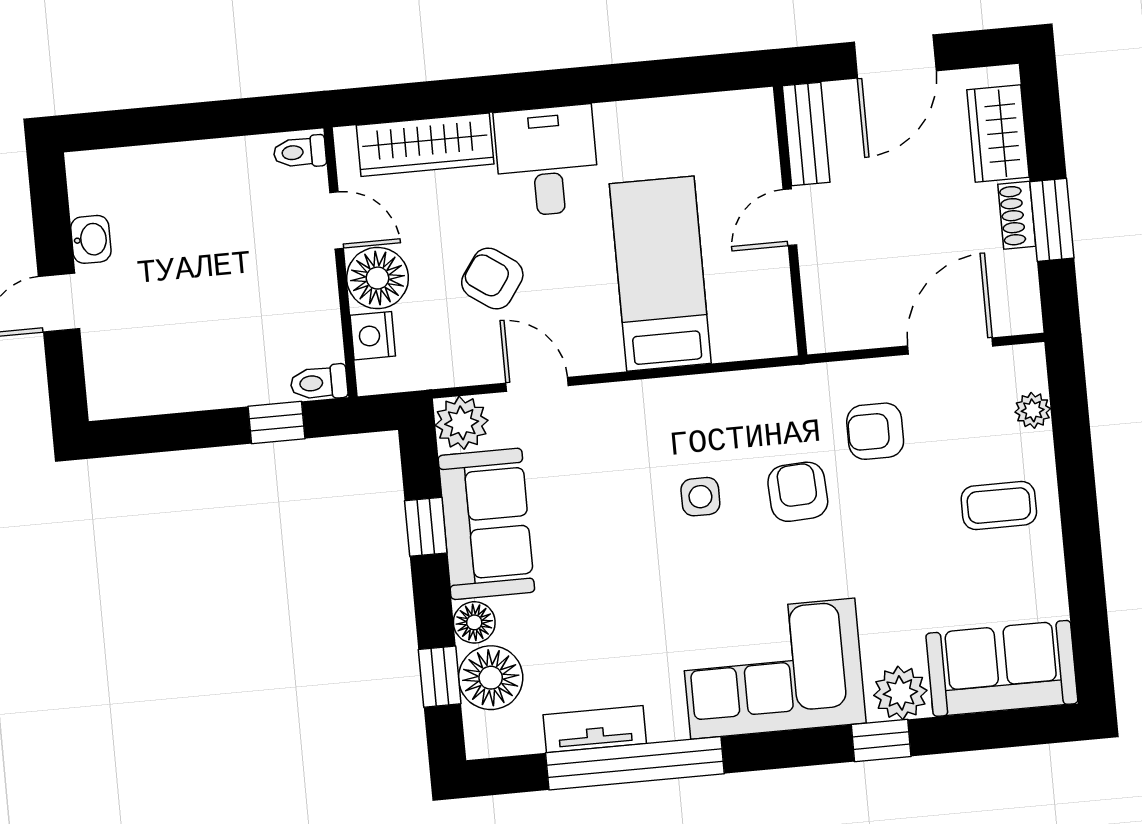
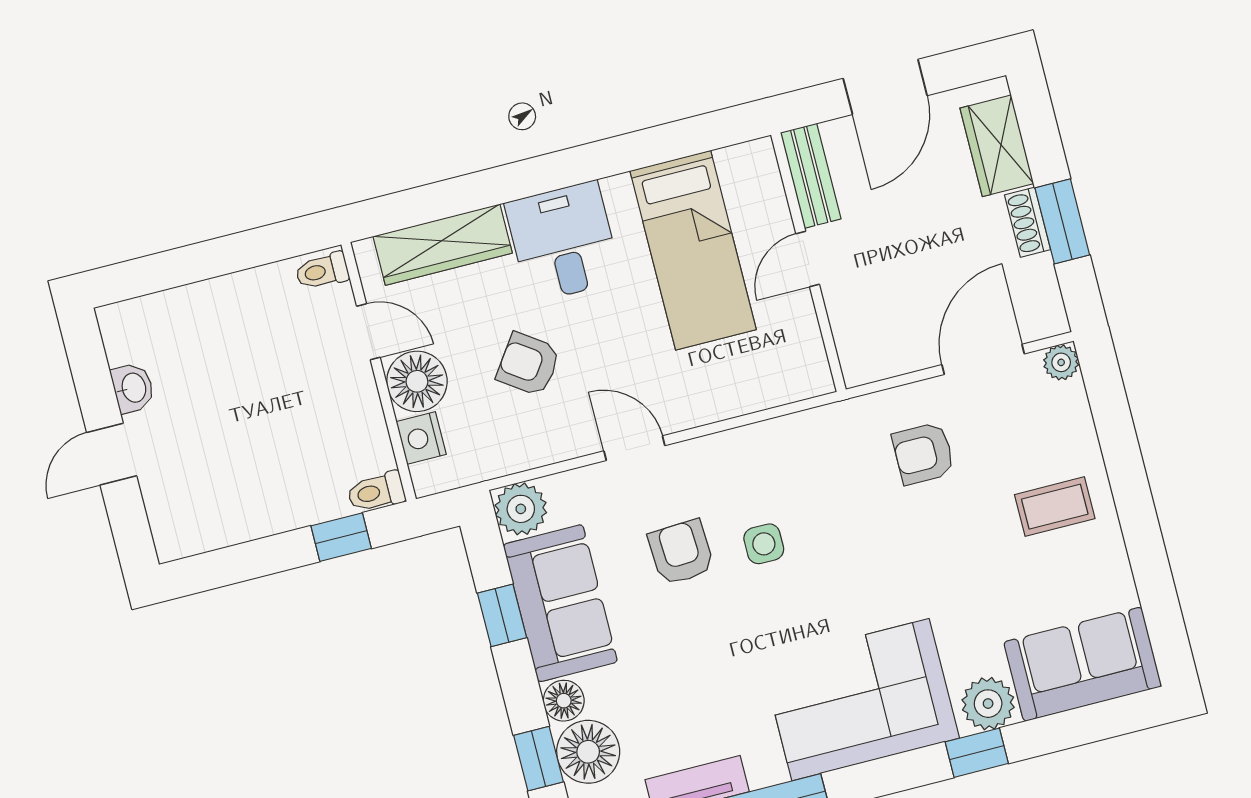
bed: (660, 274) -> (693, 250), moved, turned 180
door: (537, 384) -> (634, 448), moved
plant: (1033, 410) -> (1061, 362), moved
armchair: (798, 492) -> (681, 552), moved

